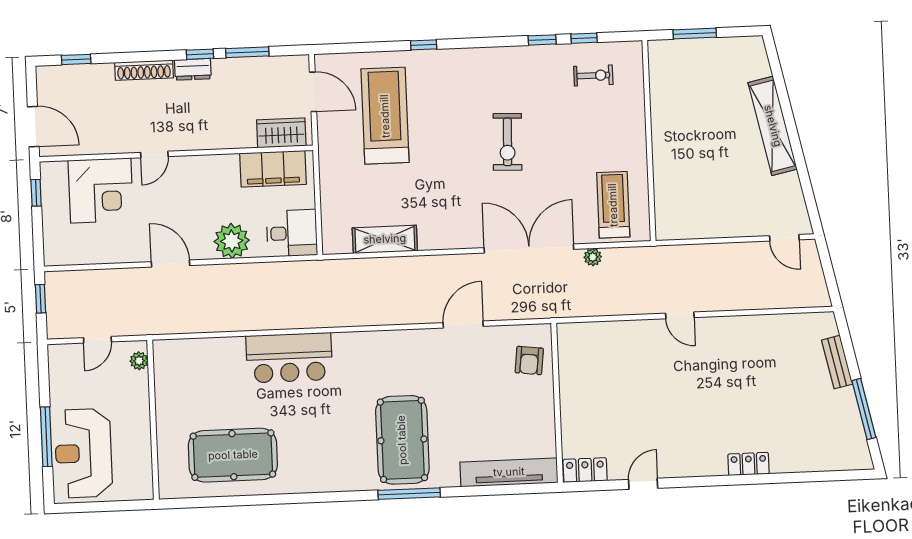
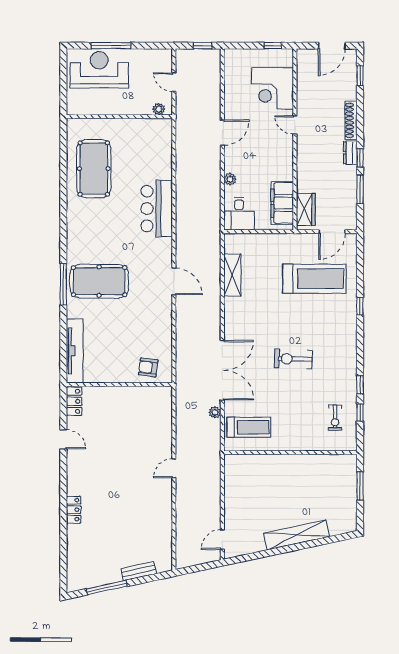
door: (33, 127) -> (332, 46), moved
plant: (232, 241) -> (230, 179), width x0.53, depth x0.53
door: (463, 324) -> (174, 281), moved

